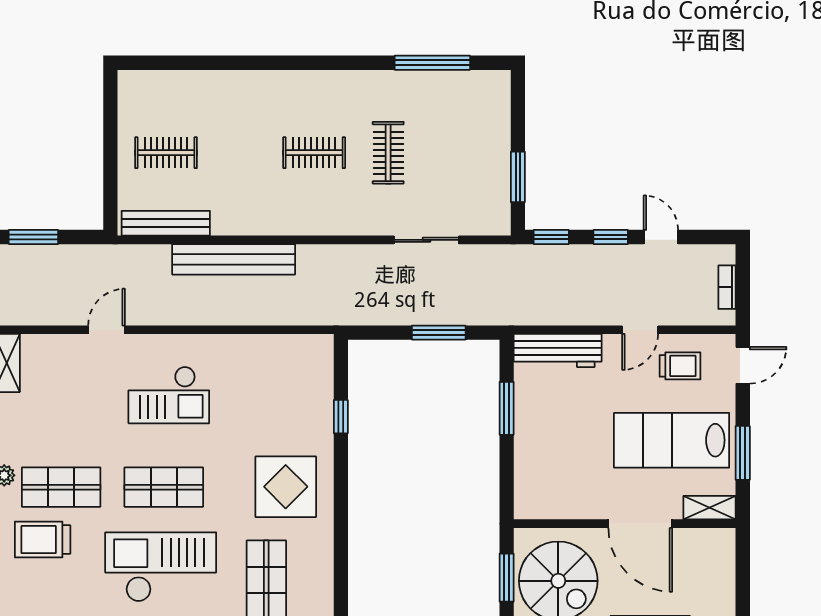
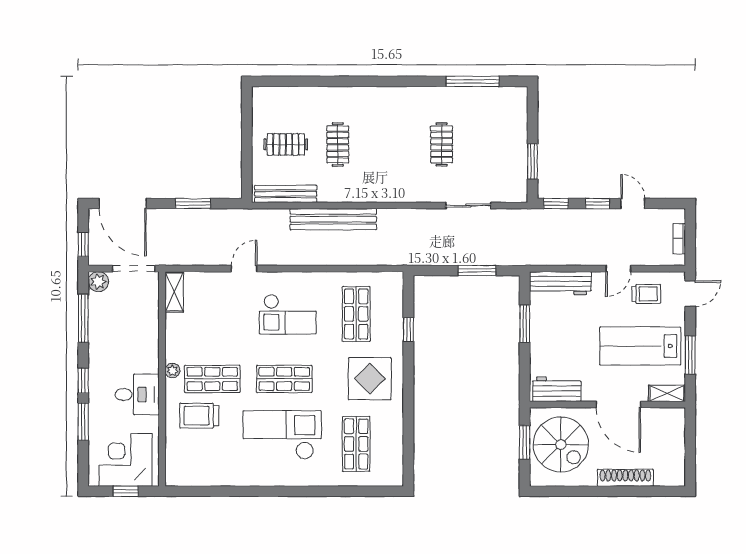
clothes rail: (314, 153) -> (338, 144), moved, turned 90
shop shelf: (266, 395) -> (356, 314), added
workbench: (553, 502) -> (557, 389), added

